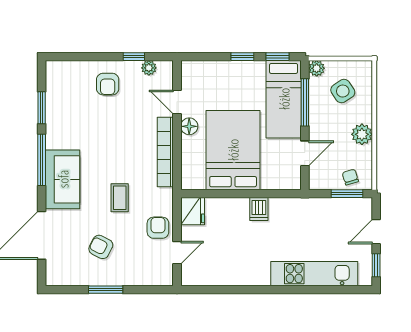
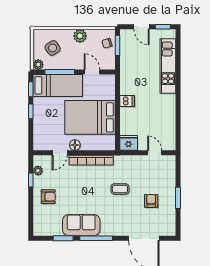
sofa: (63, 179) -> (81, 225), moved
armchair: (158, 228) -> (139, 165), removed
armchair: (101, 247) -> (151, 201), turned 153

